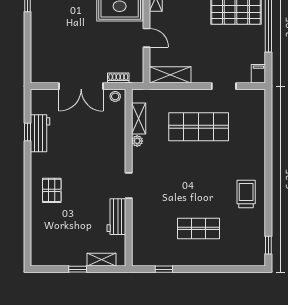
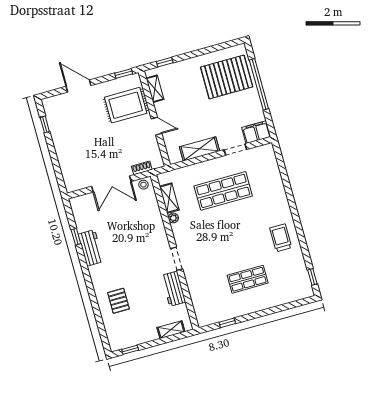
filing cabinet: (258, 74) -> (256, 132), width x2.00
shelving: (170, 75) -> (199, 149), moved
workbench: (40, 133) -> (91, 248), moved
pallet: (52, 190) -> (118, 301), moved
window: (78, 269) -> (130, 350), moved

